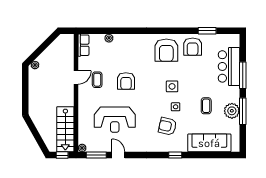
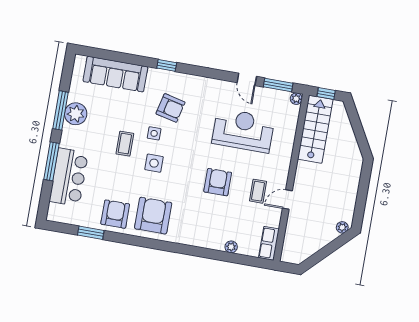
coffee table: (206, 106) -> (125, 144), moved

